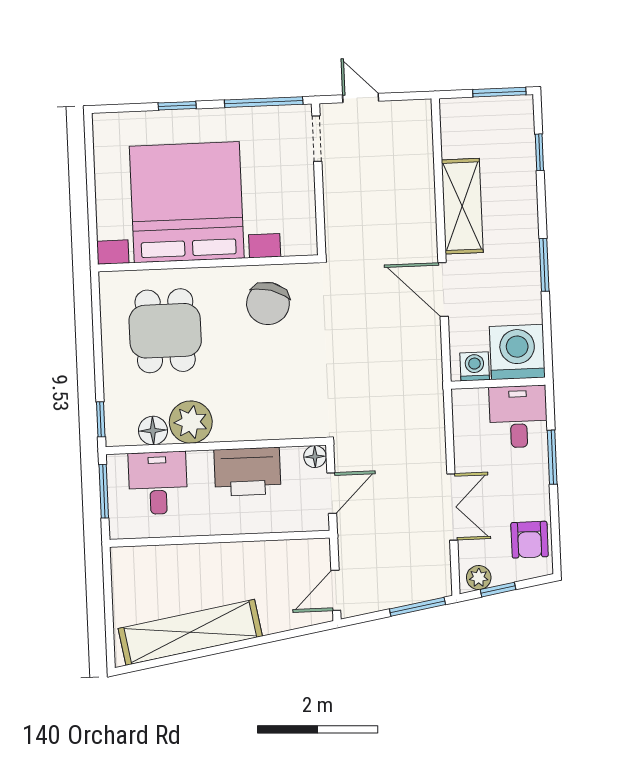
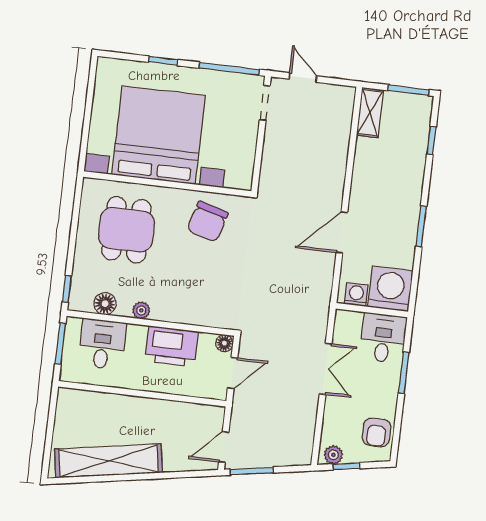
shelving: (462, 206) -> (370, 113), moved, width x0.67, depth x0.75
door: (443, 289) -> (342, 233), hinge flipped
plant: (191, 422) -> (141, 310), width x0.53, depth x0.53
double door: (452, 507) -> (326, 369), moved
window: (417, 607) -> (252, 471), moved

